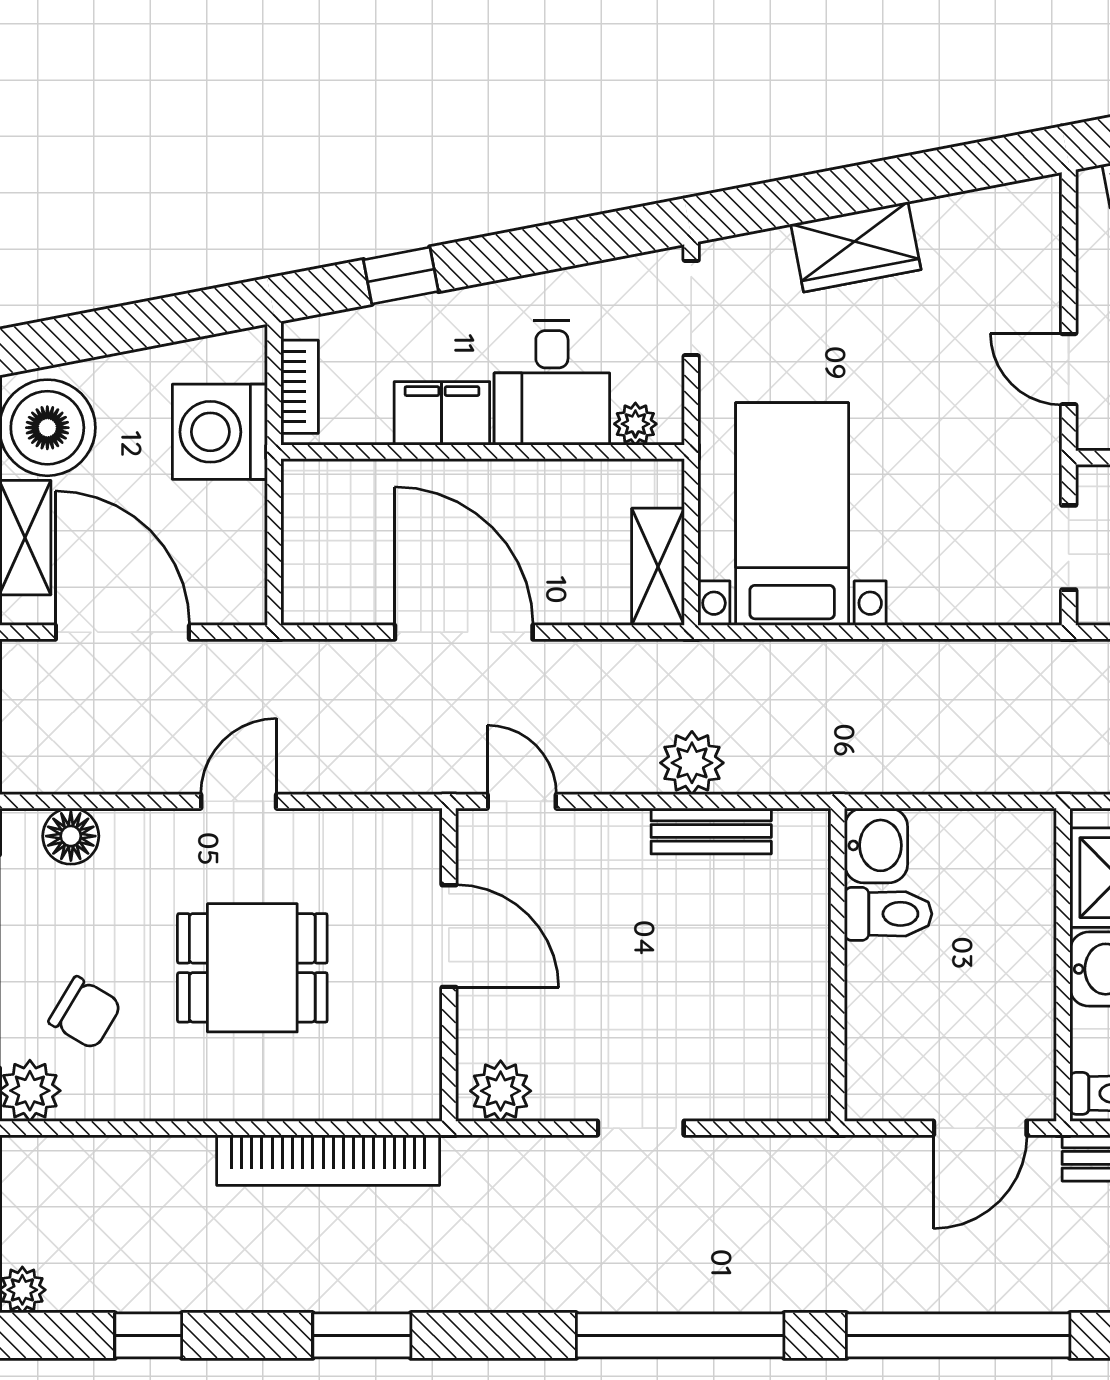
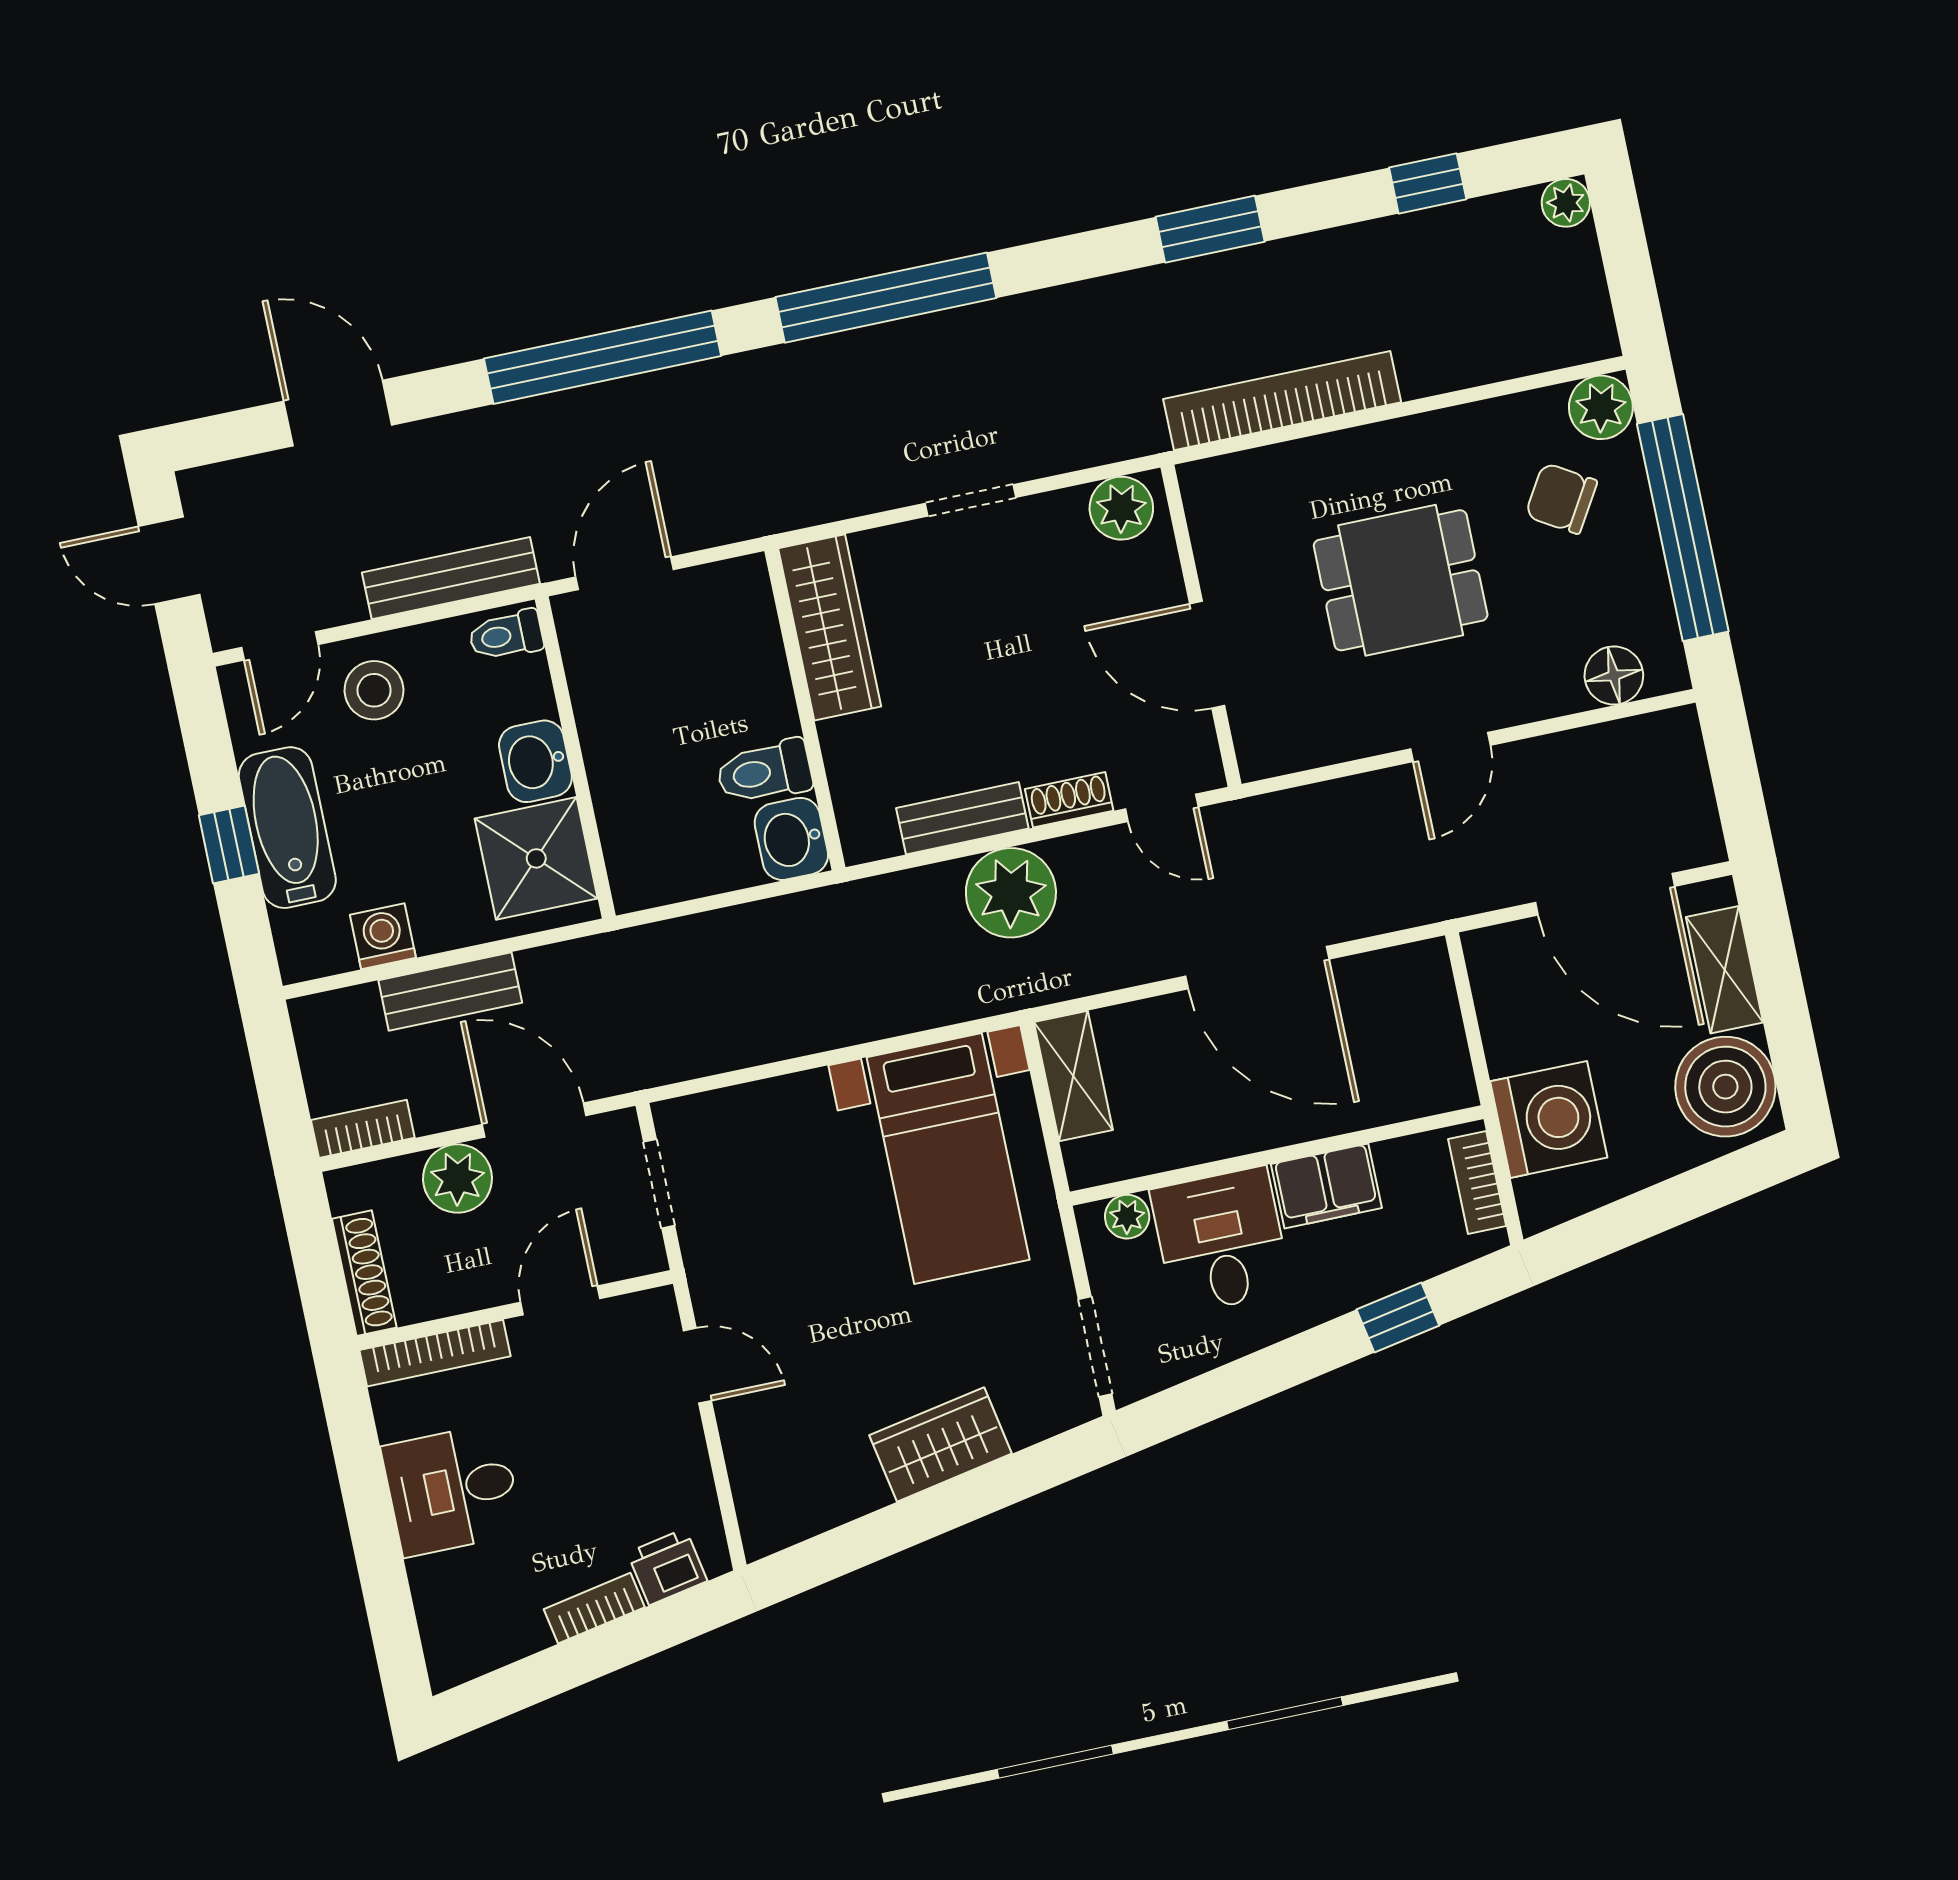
plant: (692, 763) -> (1011, 893), width x1.36, depth x1.36
shoe rack: (607, 827) -> (1069, 800), added
wardrobe: (798, 1037) -> (830, 627), added

